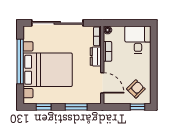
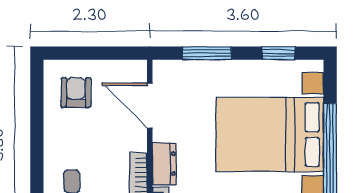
armchair: (136, 89) -> (76, 93), turned 135
window: (137, 107) -> (73, 53), removed

